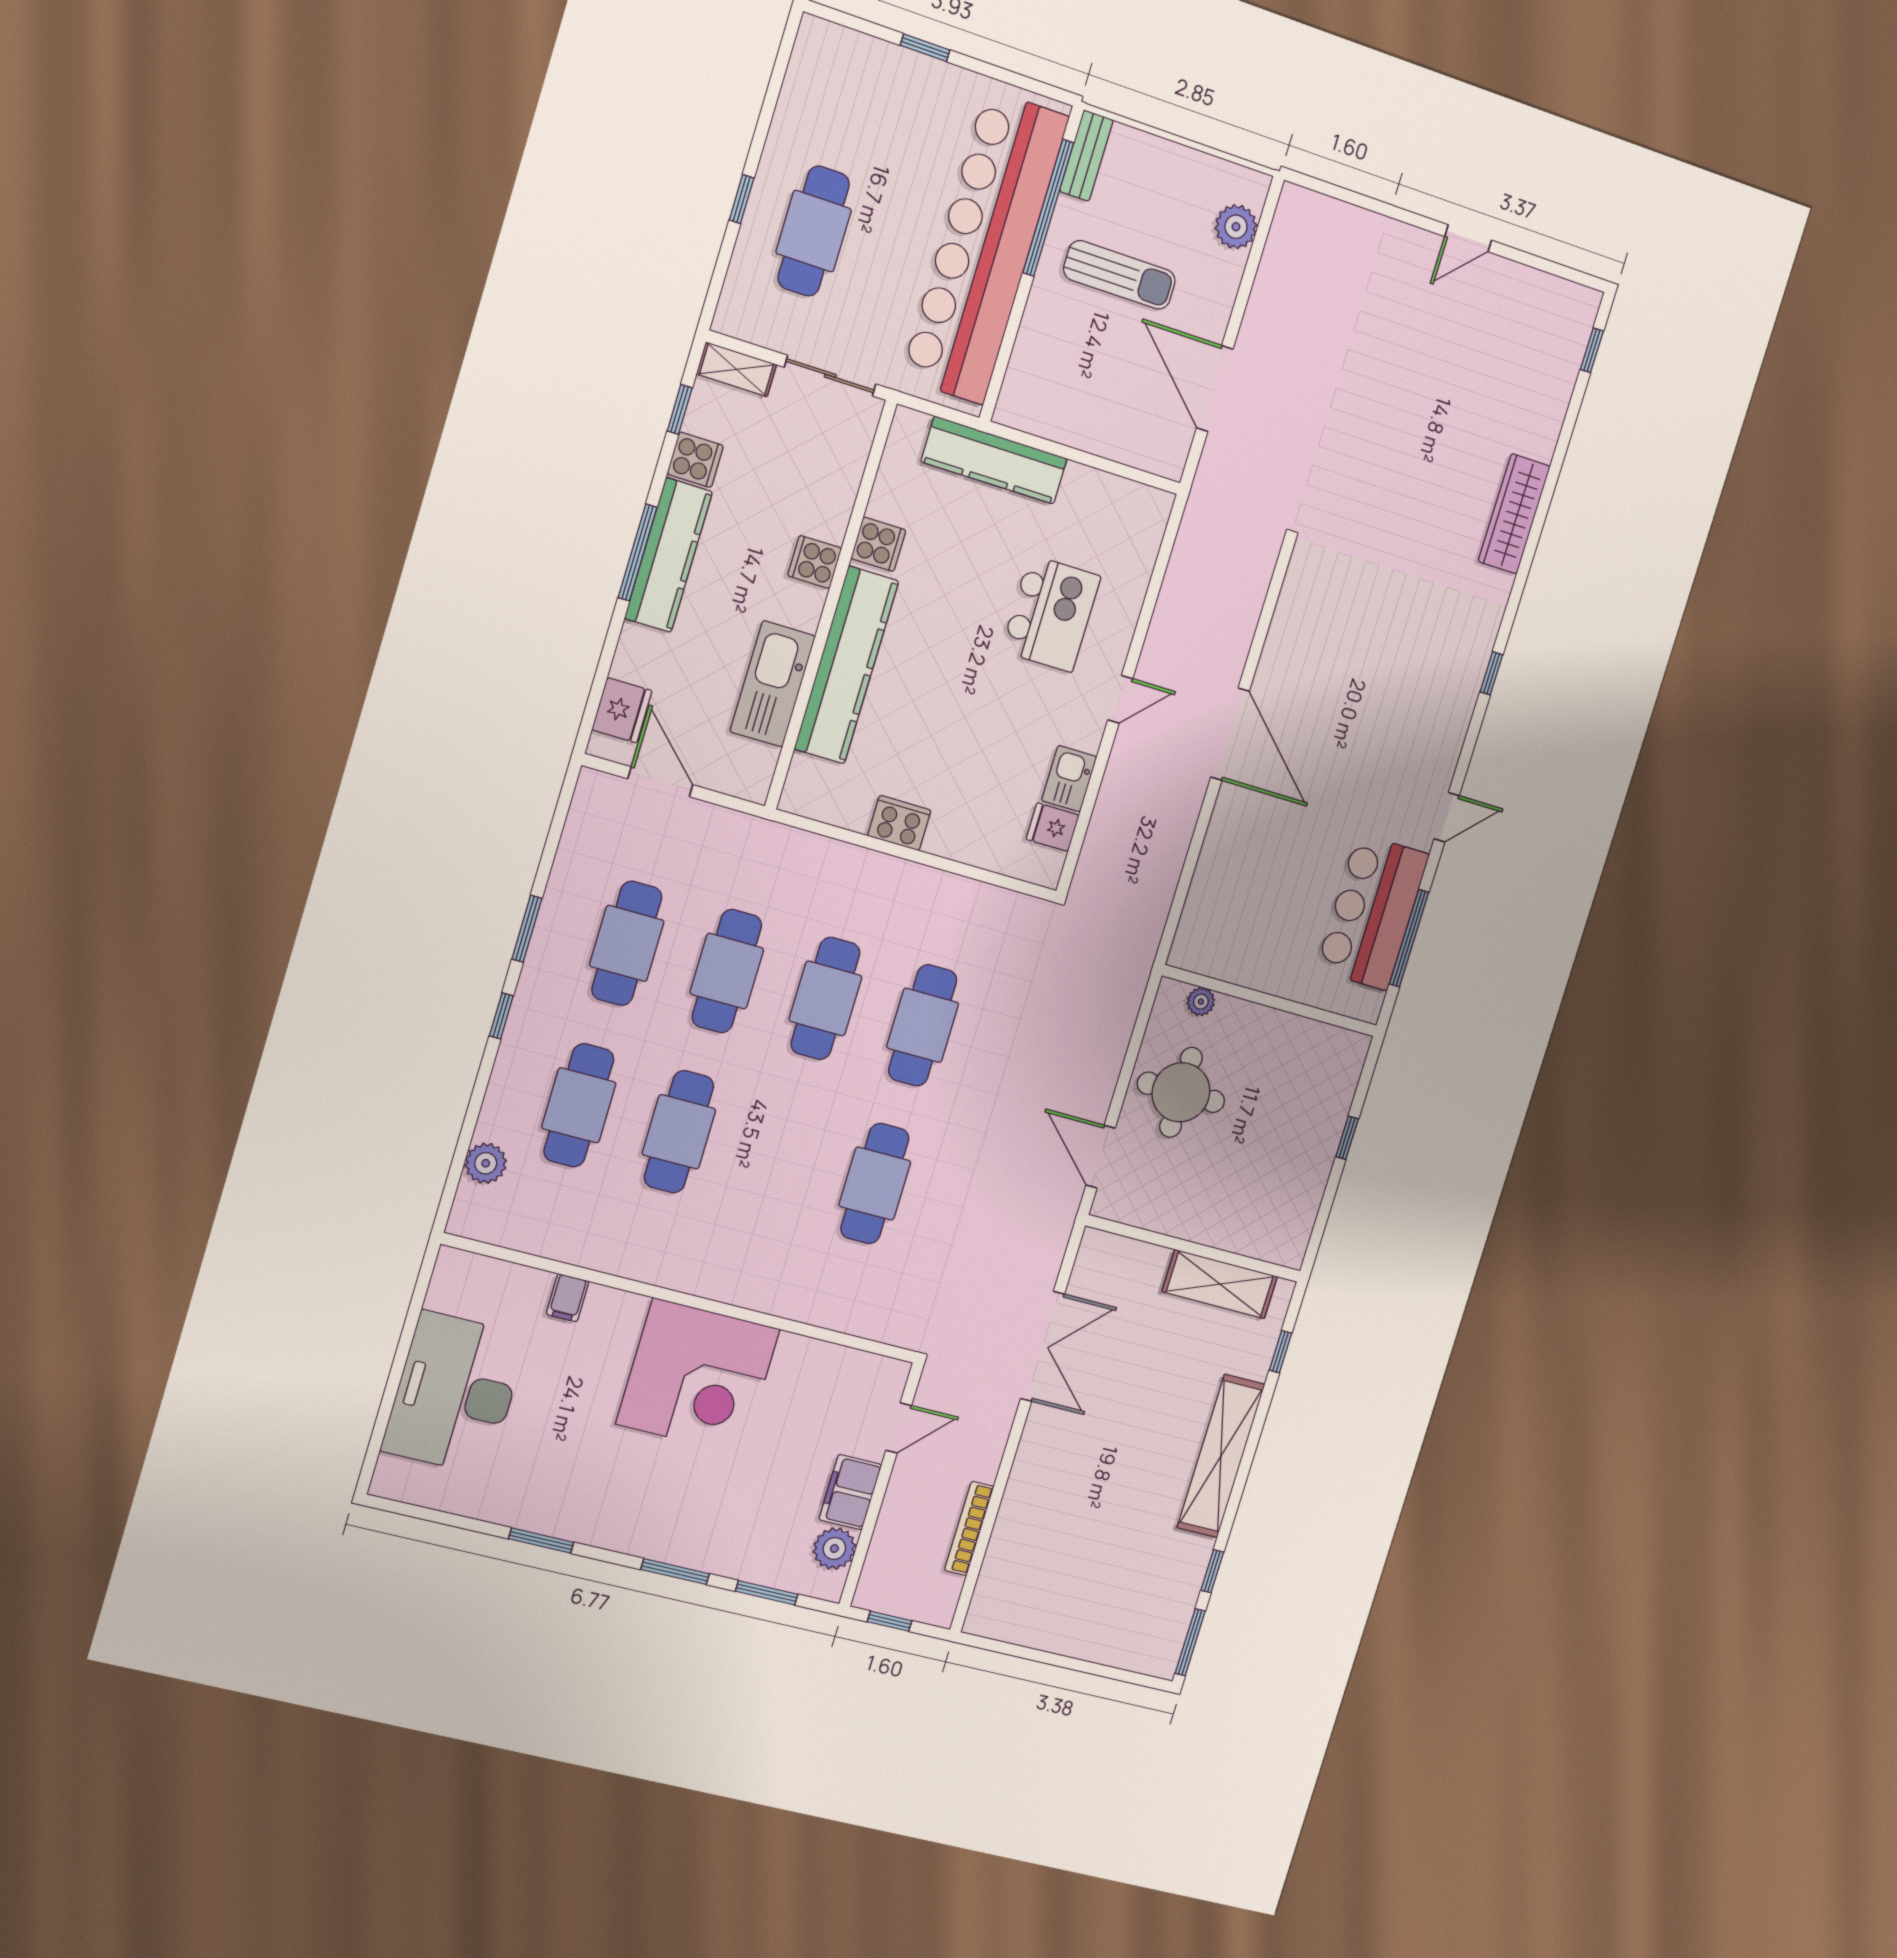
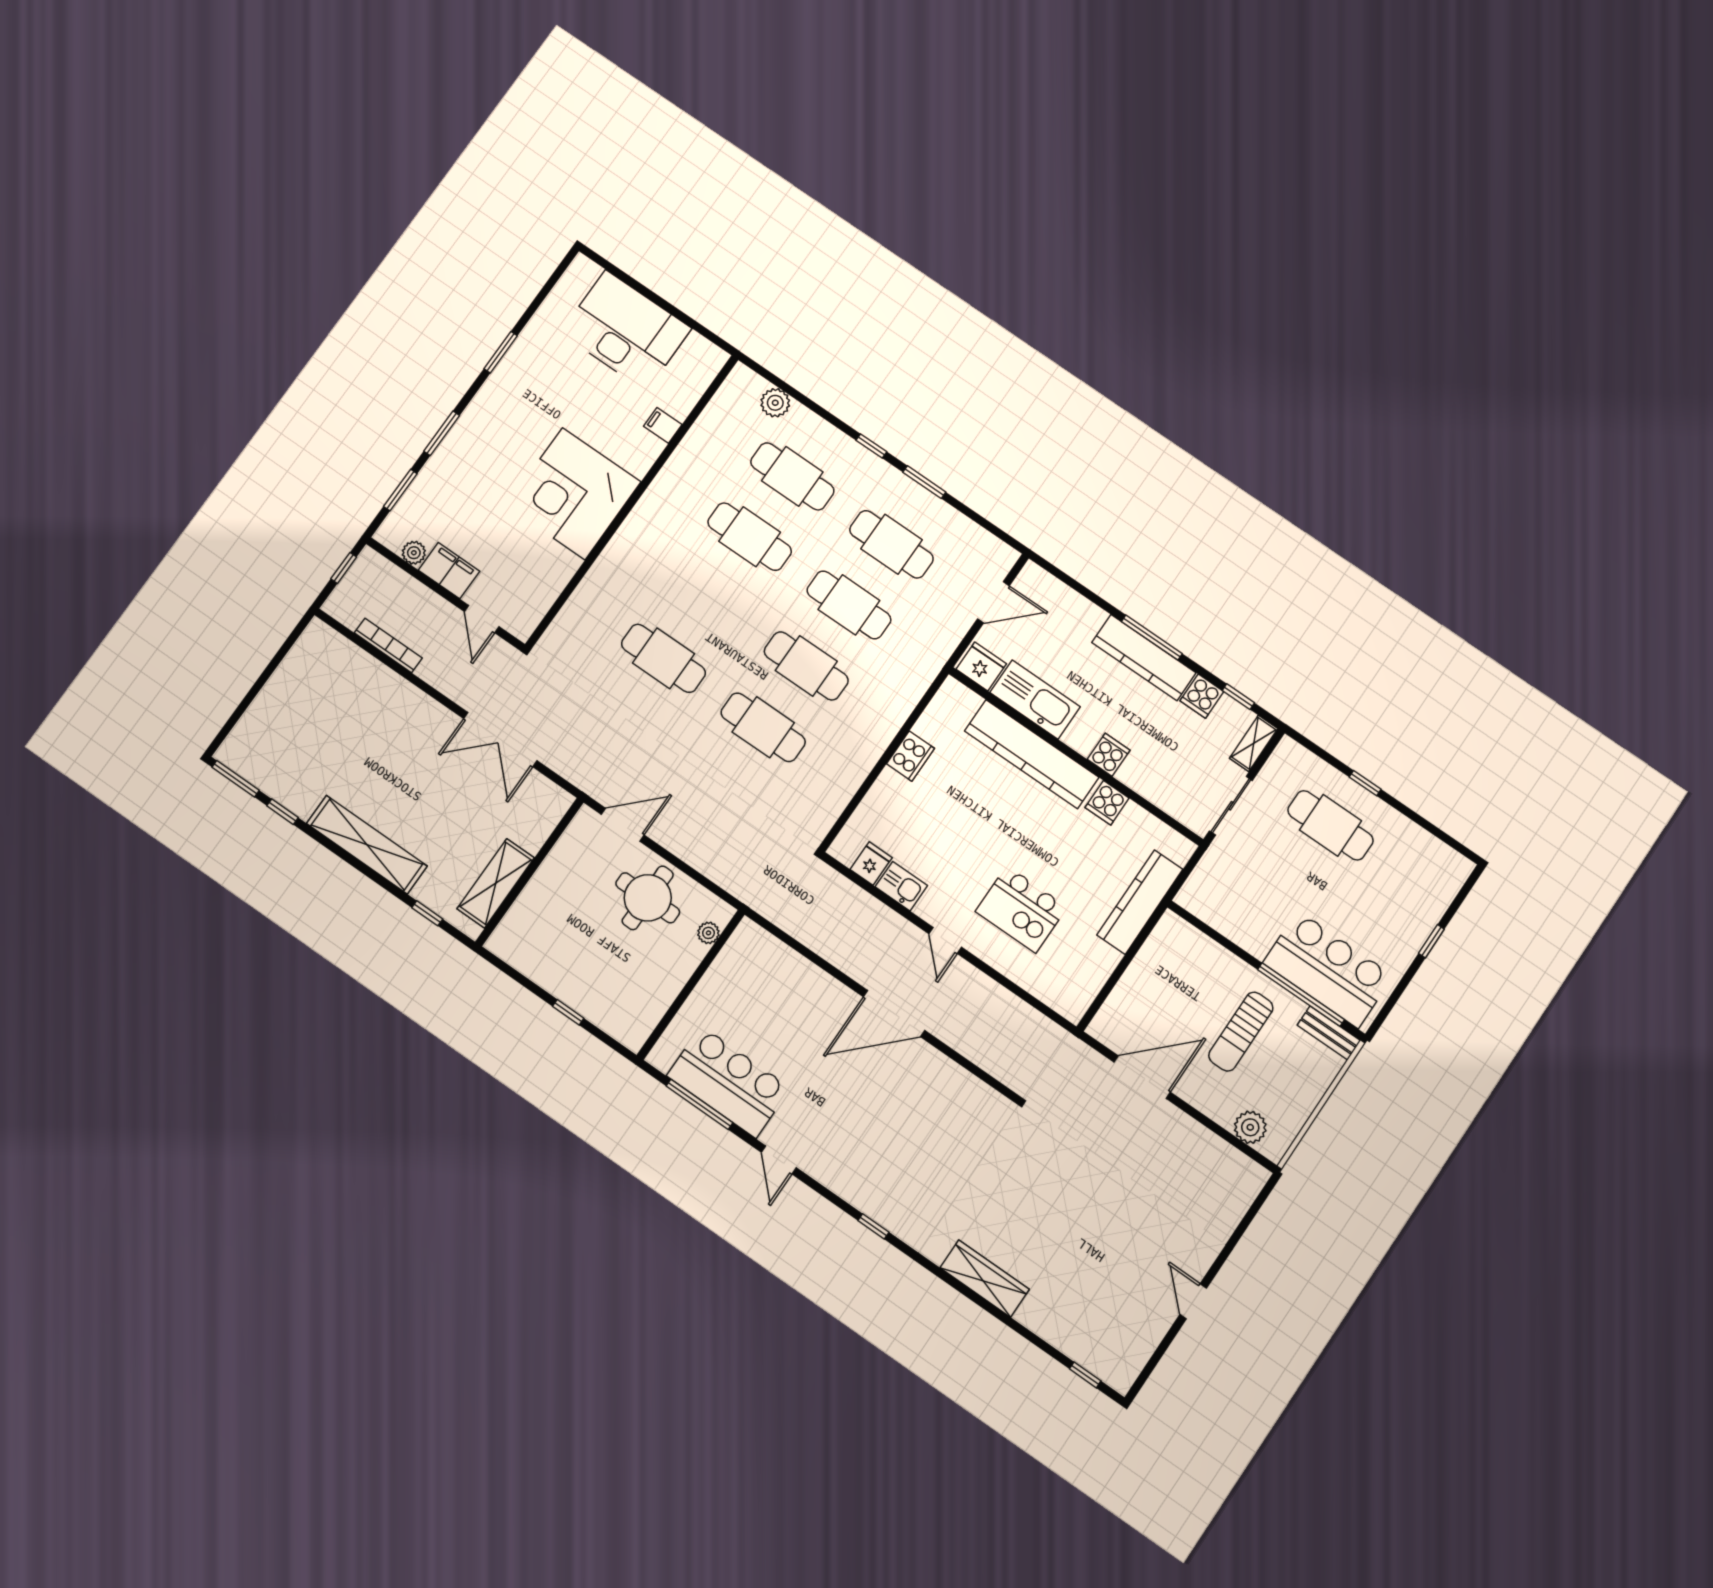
bar counter: (985, 247) -> (1328, 969), width x0.54
fridge: (622, 710) -> (981, 666), moved, turned 180
plant: (834, 1549) -> (414, 553), width x0.73, depth x0.73

